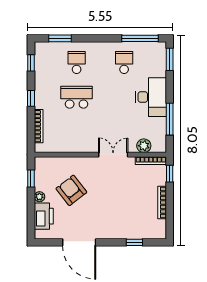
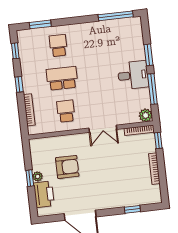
window: (170, 59) -> (148, 55), moved
school desk: (124, 62) -> (66, 111), moved
desk: (151, 97) -> (133, 75), width x0.73
plant: (144, 146) -> (146, 115), moved
double door: (113, 155) -> (103, 129), swing flipped
window: (31, 178) -> (30, 178), moved
armchair: (71, 190) -> (67, 167), turned 128

